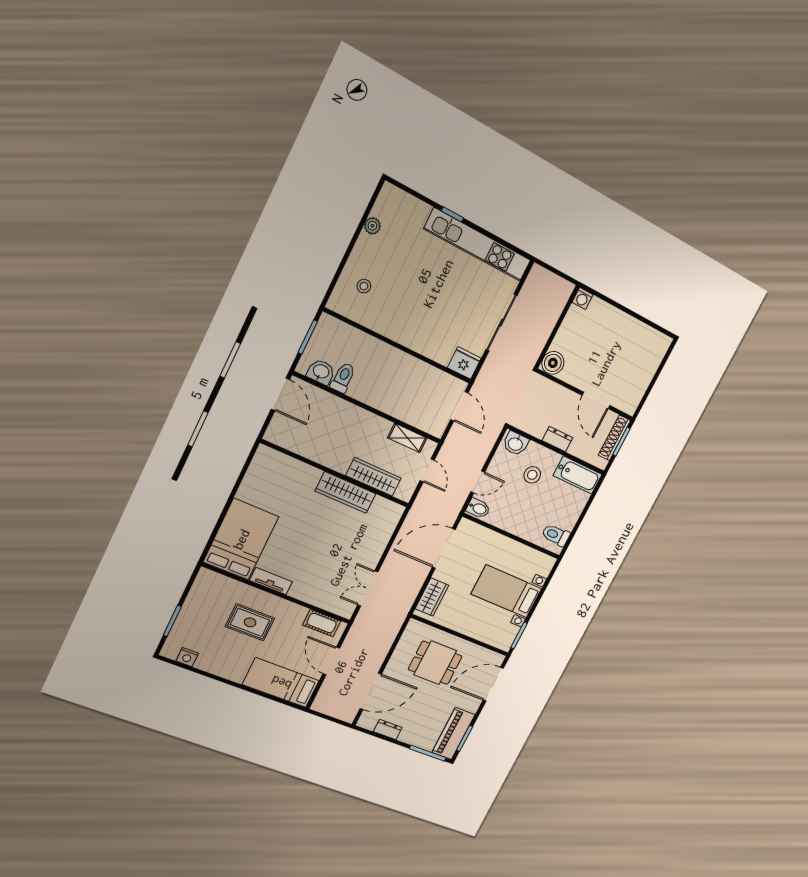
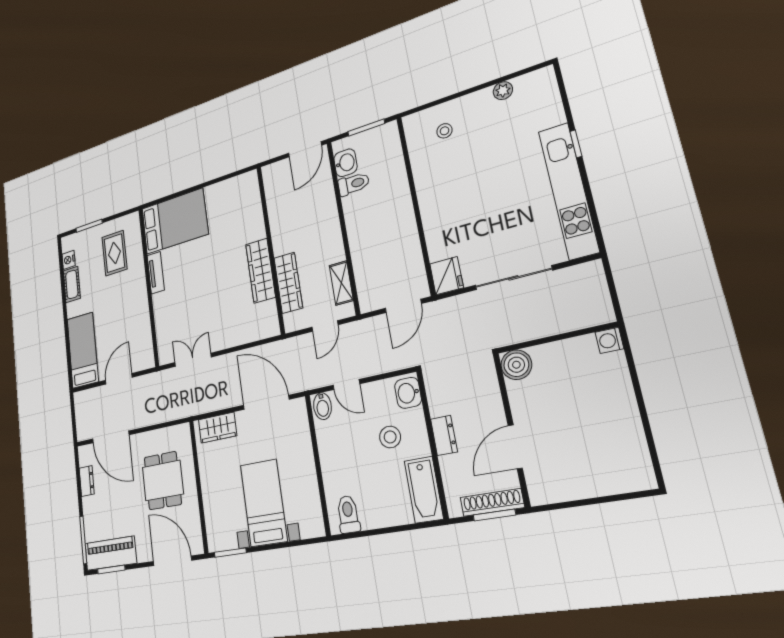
rug: (250, 622) -> (114, 253), moved
cot: (322, 623) -> (72, 284), moved

